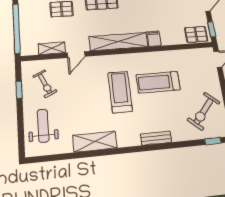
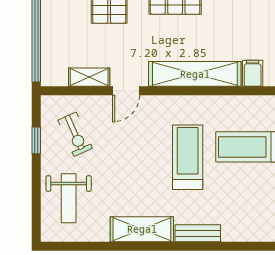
weight bench: (43, 126) -> (69, 198), turned 180
bench: (156, 138) -> (198, 233), moved

